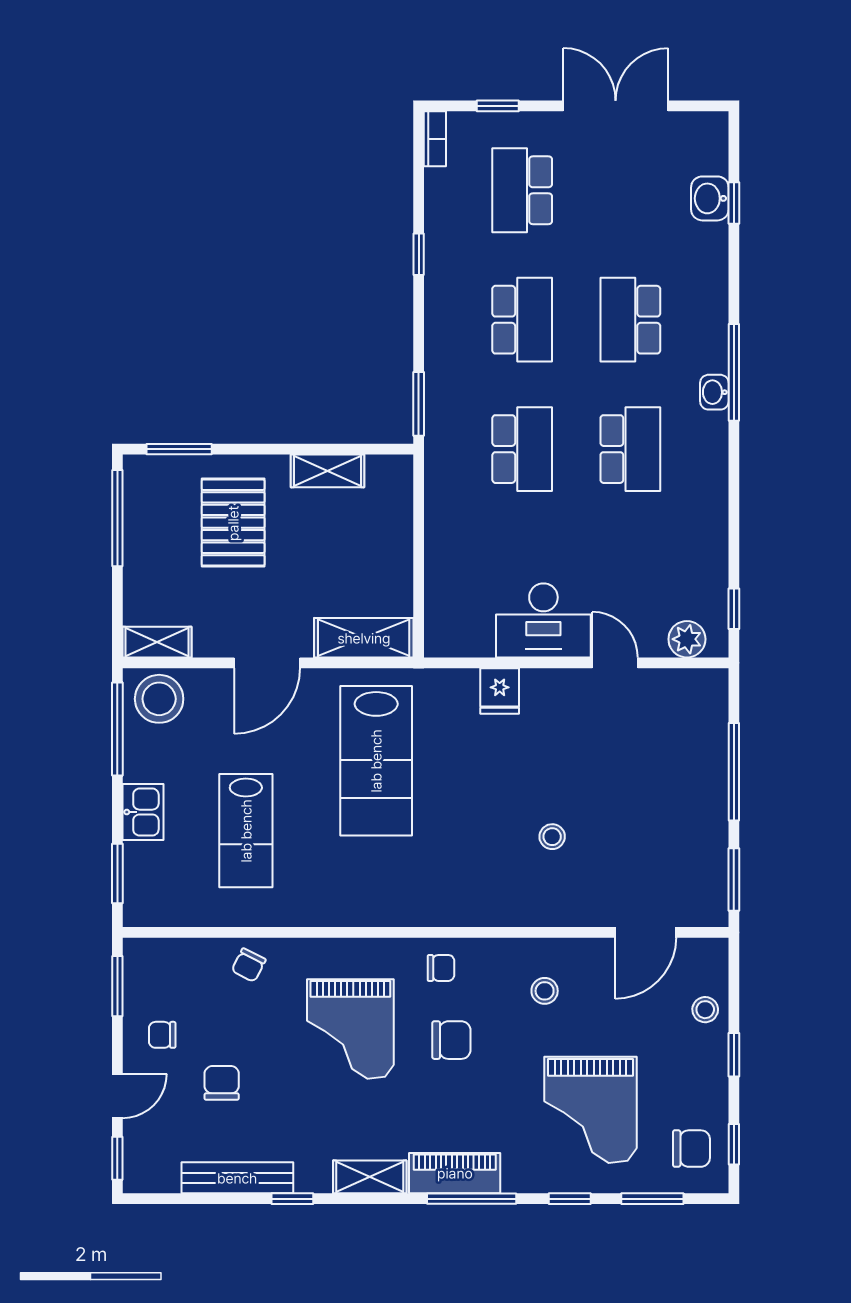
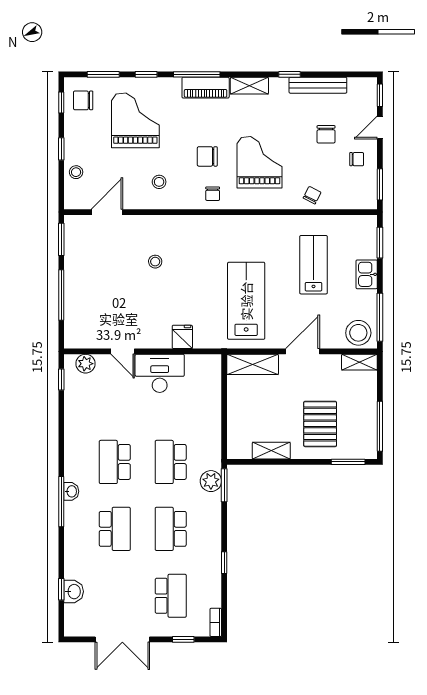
plant: (444, 412) -> (211, 481), added
chair: (441, 968) -> (213, 194), turned -90

